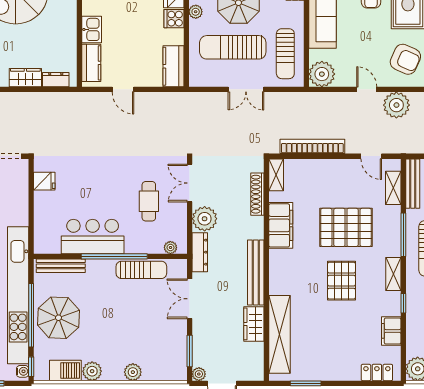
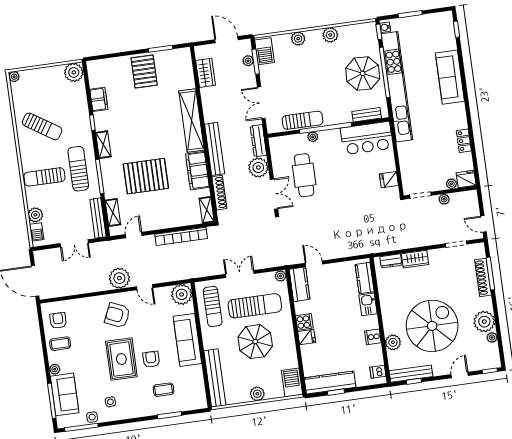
plant: (196, 12) -> (281, 276), moved
sun lounger: (285, 54) -> (213, 307), turned 180
door: (123, 89) -> (314, 264), moved
door: (371, 156) -> (134, 235), hinge flipped
cafe table: (149, 201) -> (304, 175), width x1.37, depth x1.35
bar counter: (93, 237) -> (367, 138), moved
plant: (170, 248) -> (313, 137), moved
bench: (61, 266) -> (367, 115), width x0.73
sun lounger: (141, 270) -> (303, 120), turned 180
bench: (256, 273) -> (215, 149), moved
pallet: (342, 281) -> (144, 71), moved
double door: (190, 299) -> (261, 103), swing flipped
wardrobe: (254, 324) -> (206, 73), moved
shelving: (280, 334) -> (192, 121), moved
barbecue: (65, 370) -> (265, 51), moved, turned -90
locker: (377, 372) -> (106, 65), removed
plant: (199, 374) -> (248, 61), moved

